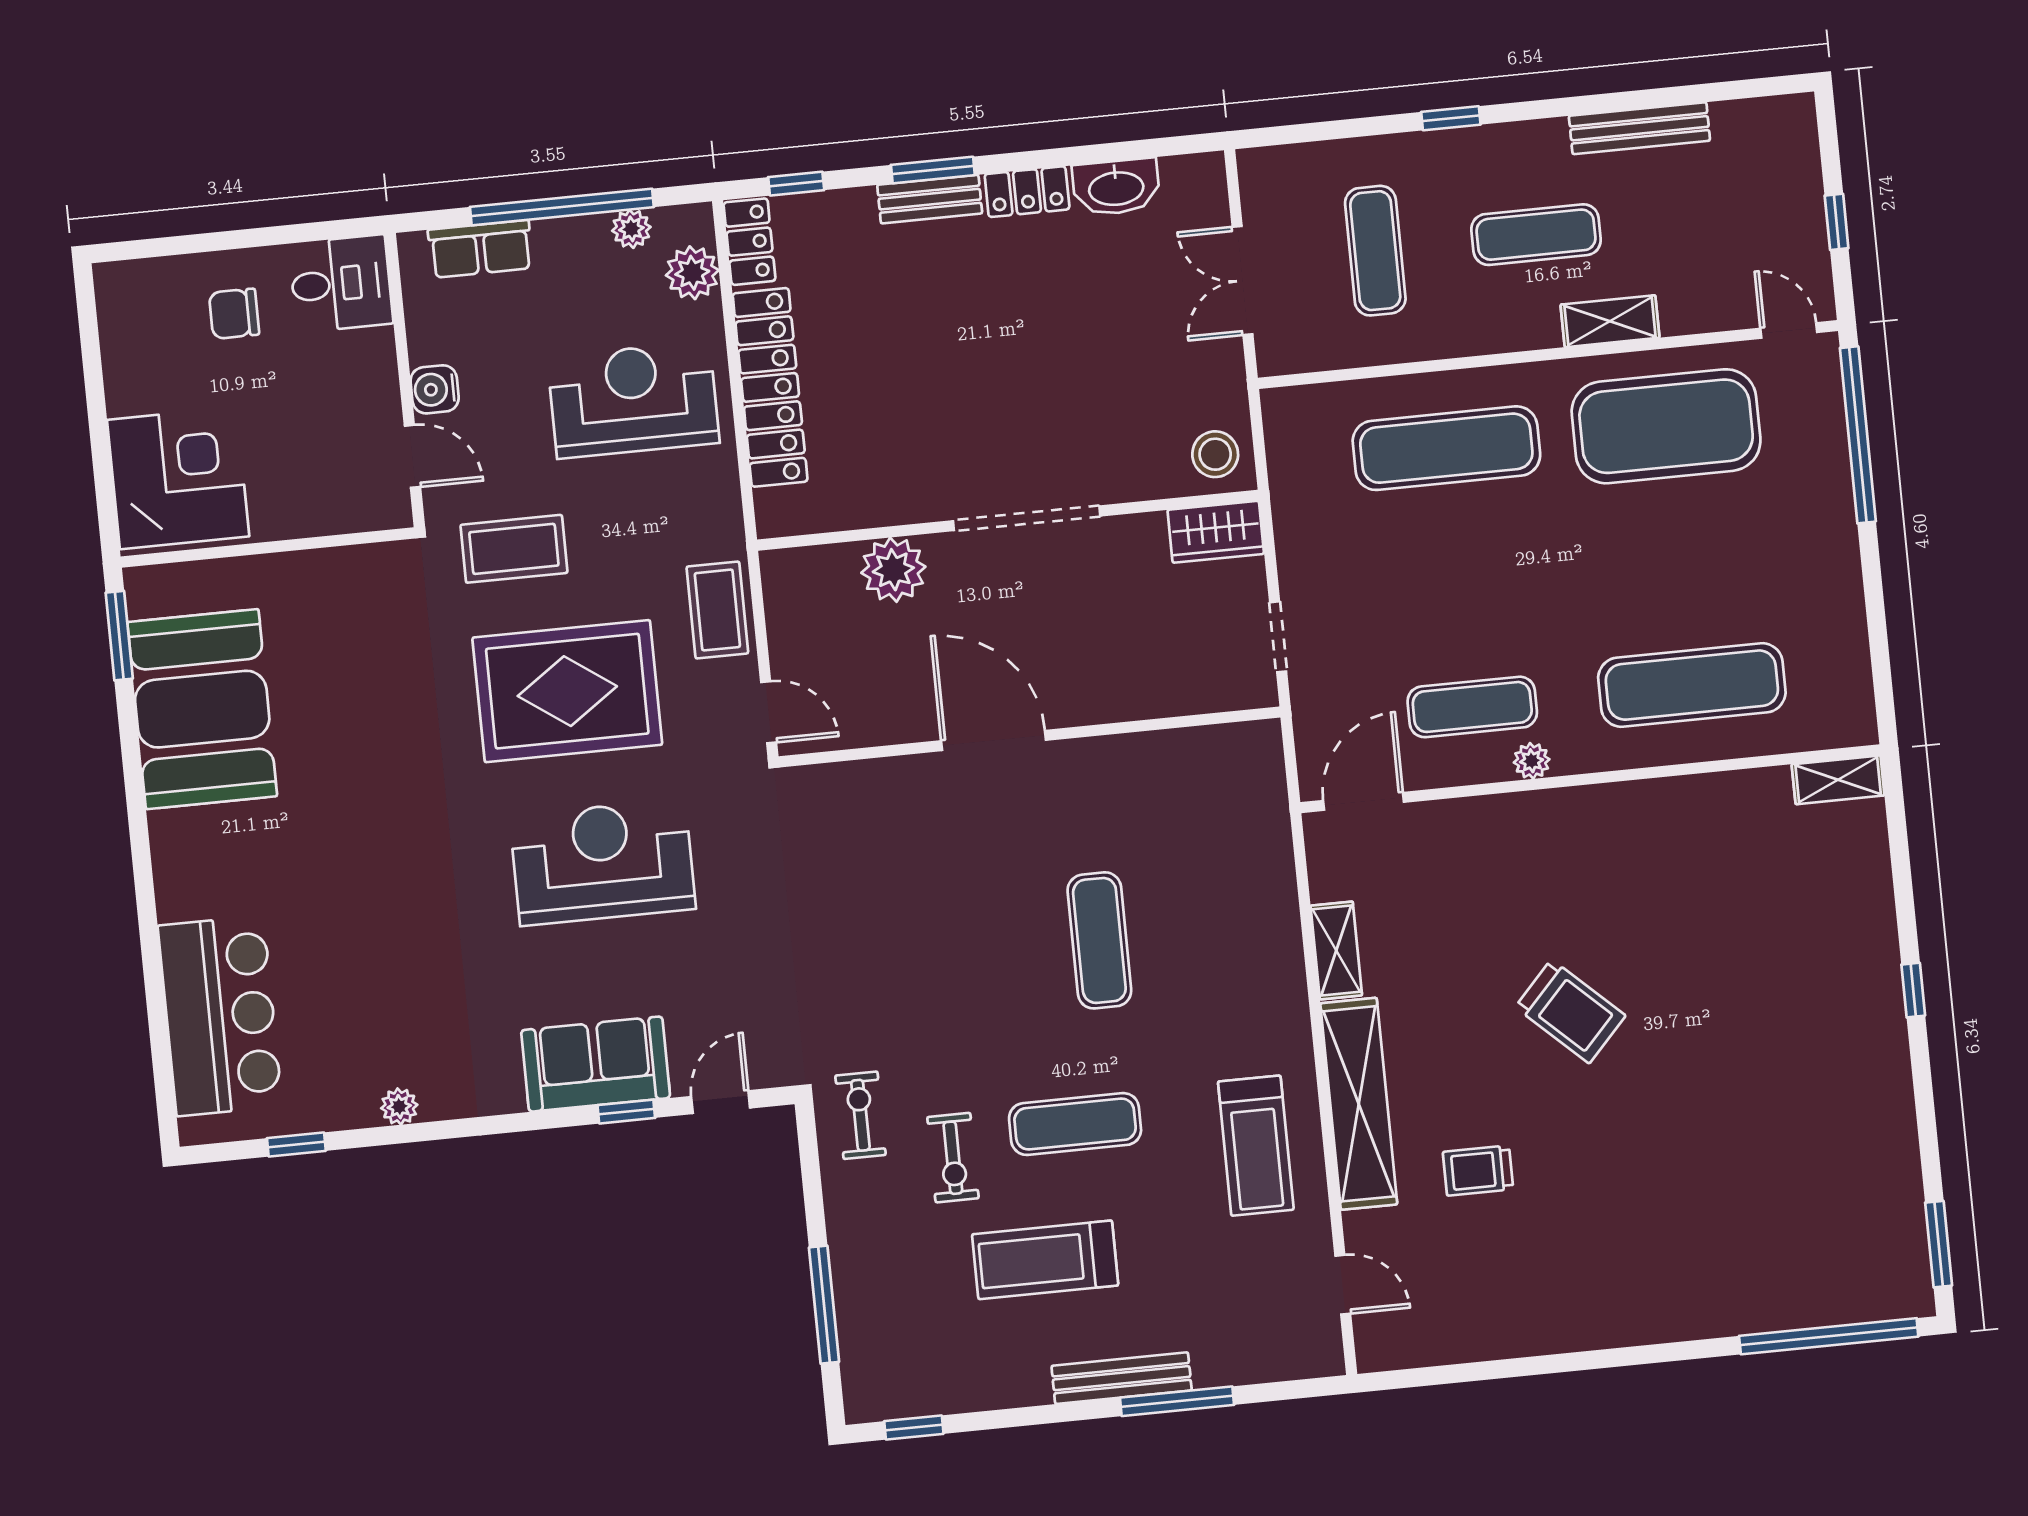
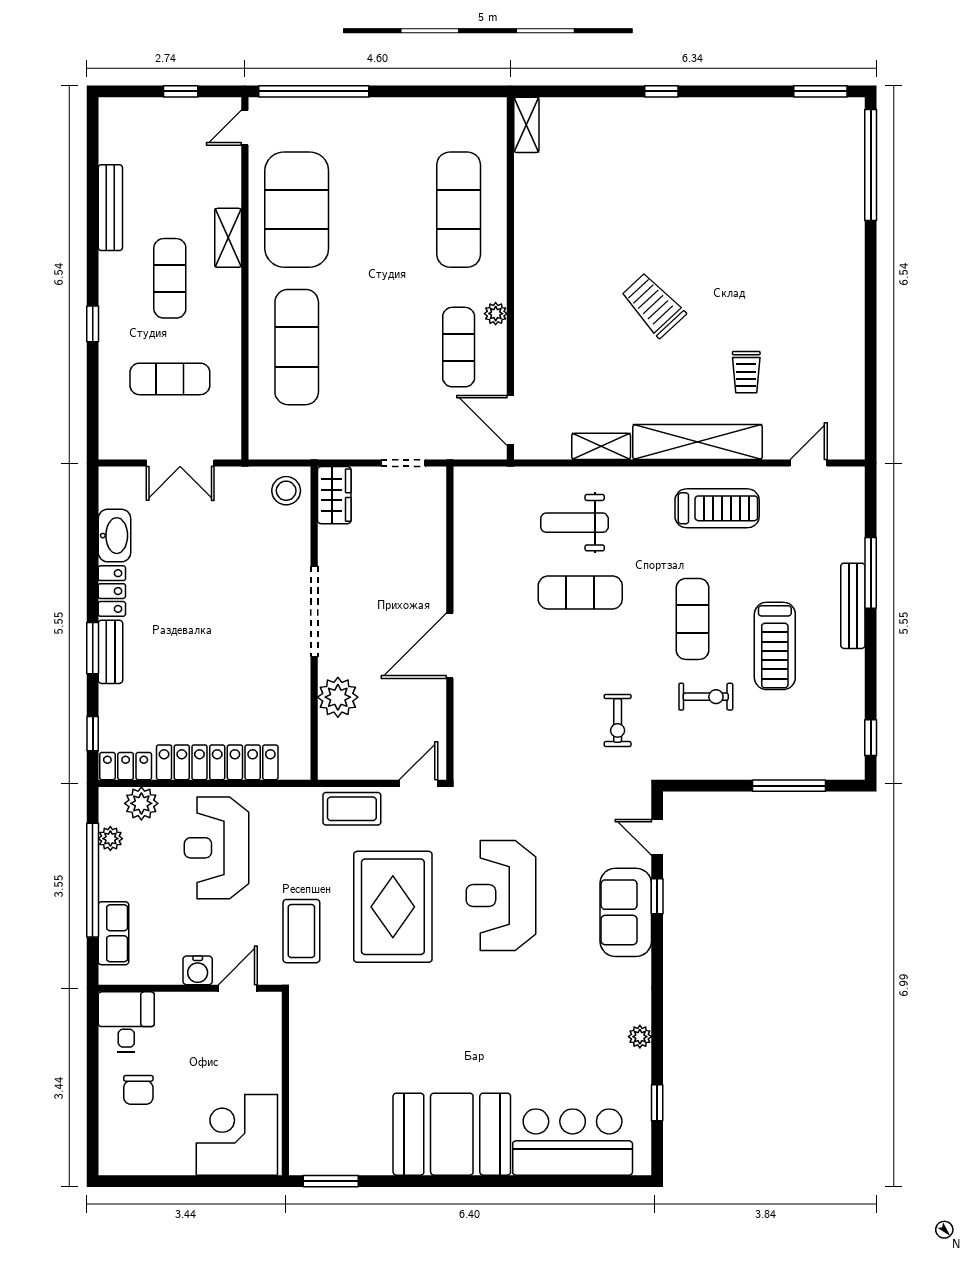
booth: (202, 709) -> (452, 1134), moved
weight bench: (1210, 920) -> (574, 523), added
trolley: (1570, 1011) -> (653, 305), turned -86
exercise bike: (860, 1115) -> (618, 721), moved, turned -90

